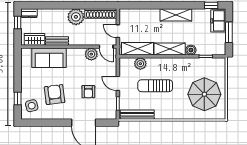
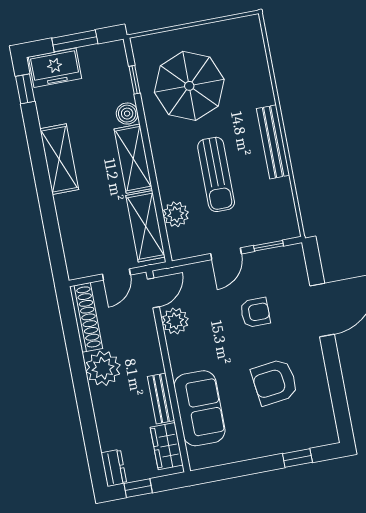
parasol: (204, 94) -> (189, 86), moved
side table: (32, 106) -> (307, 426), removed
bench: (137, 115) -> (273, 142), moved

